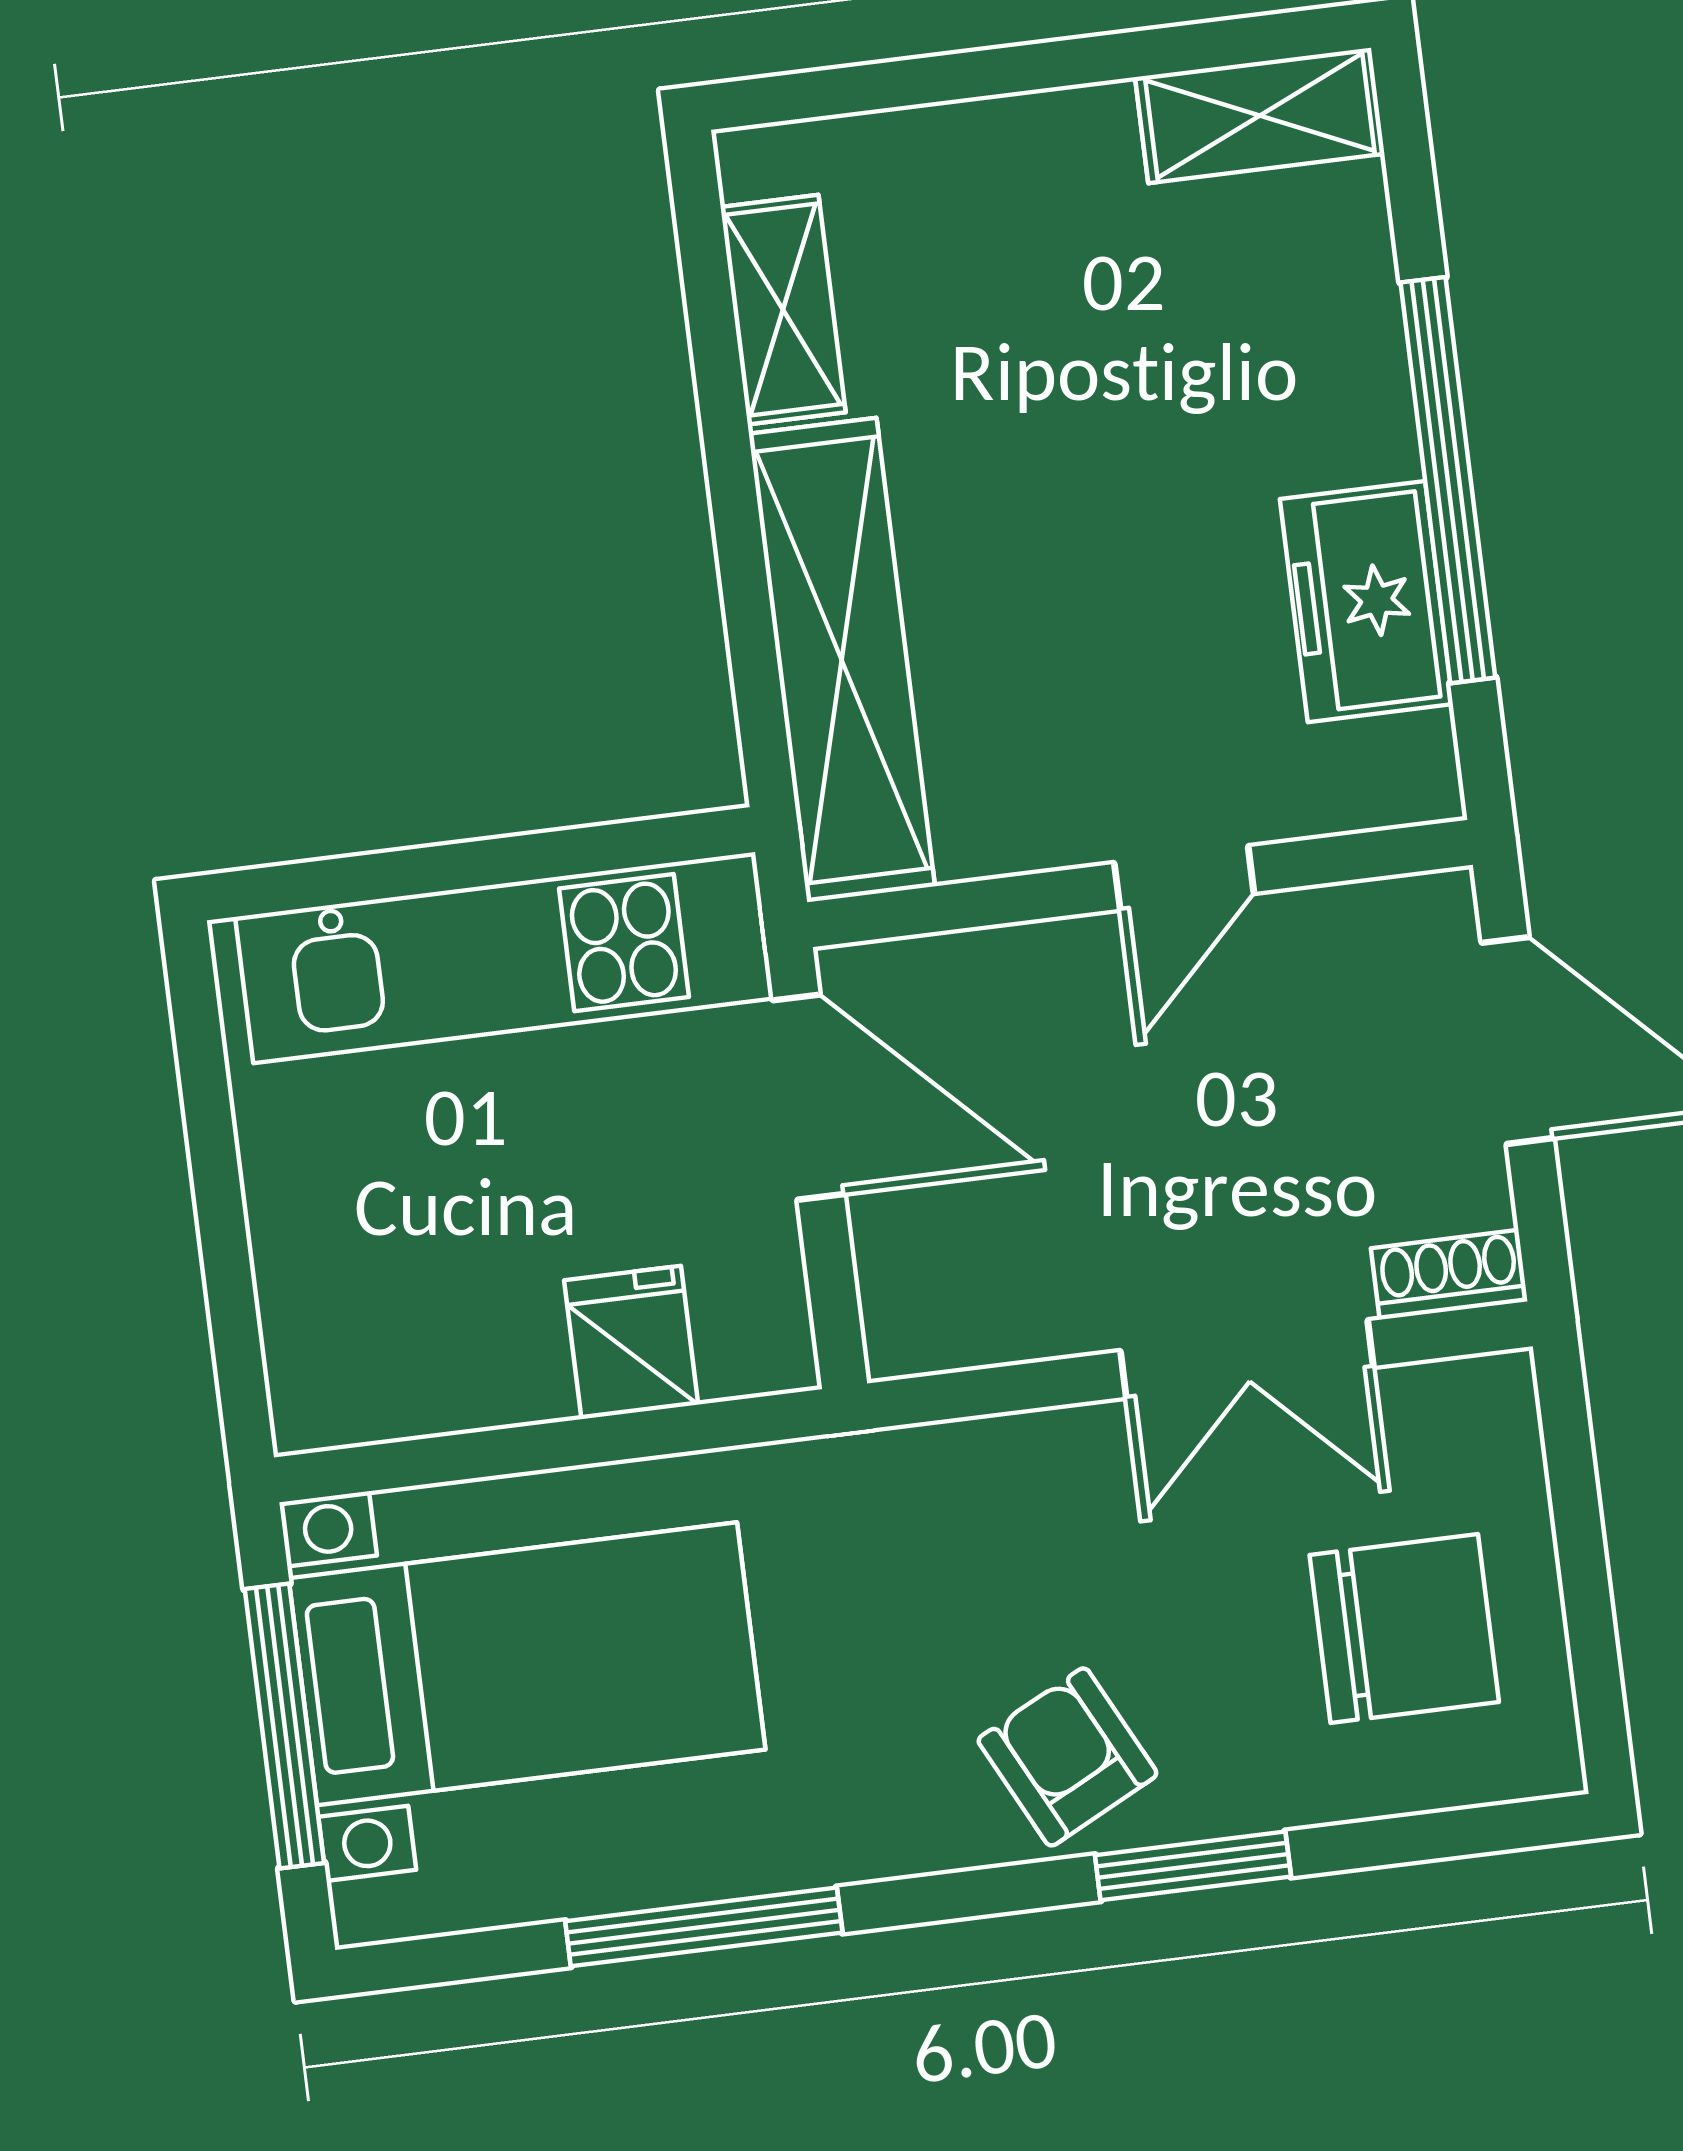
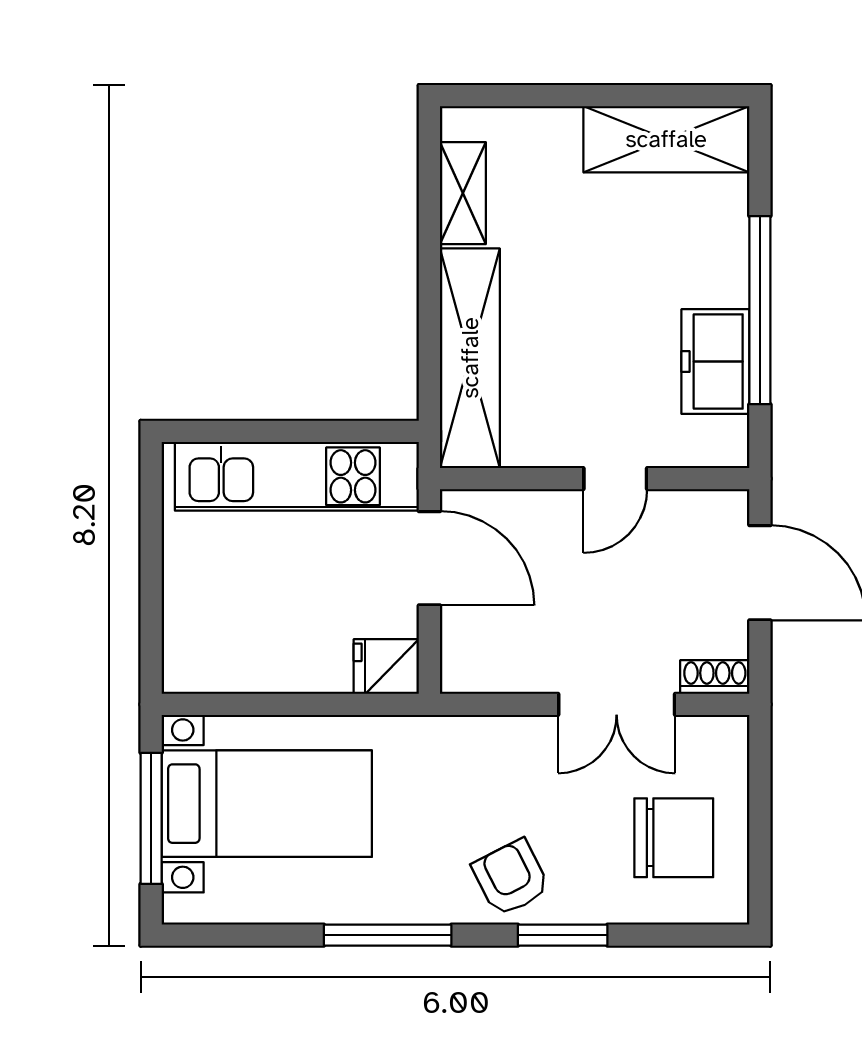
shelving: (1260, 115) -> (666, 139), width x1.50, depth x1.33
fridge: (631, 1342) -> (386, 667), moved, turned -90
window: (704, 1927) -> (388, 935), moved

